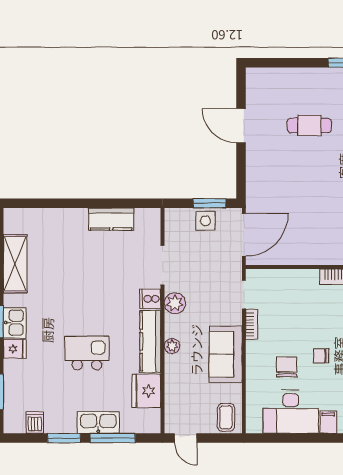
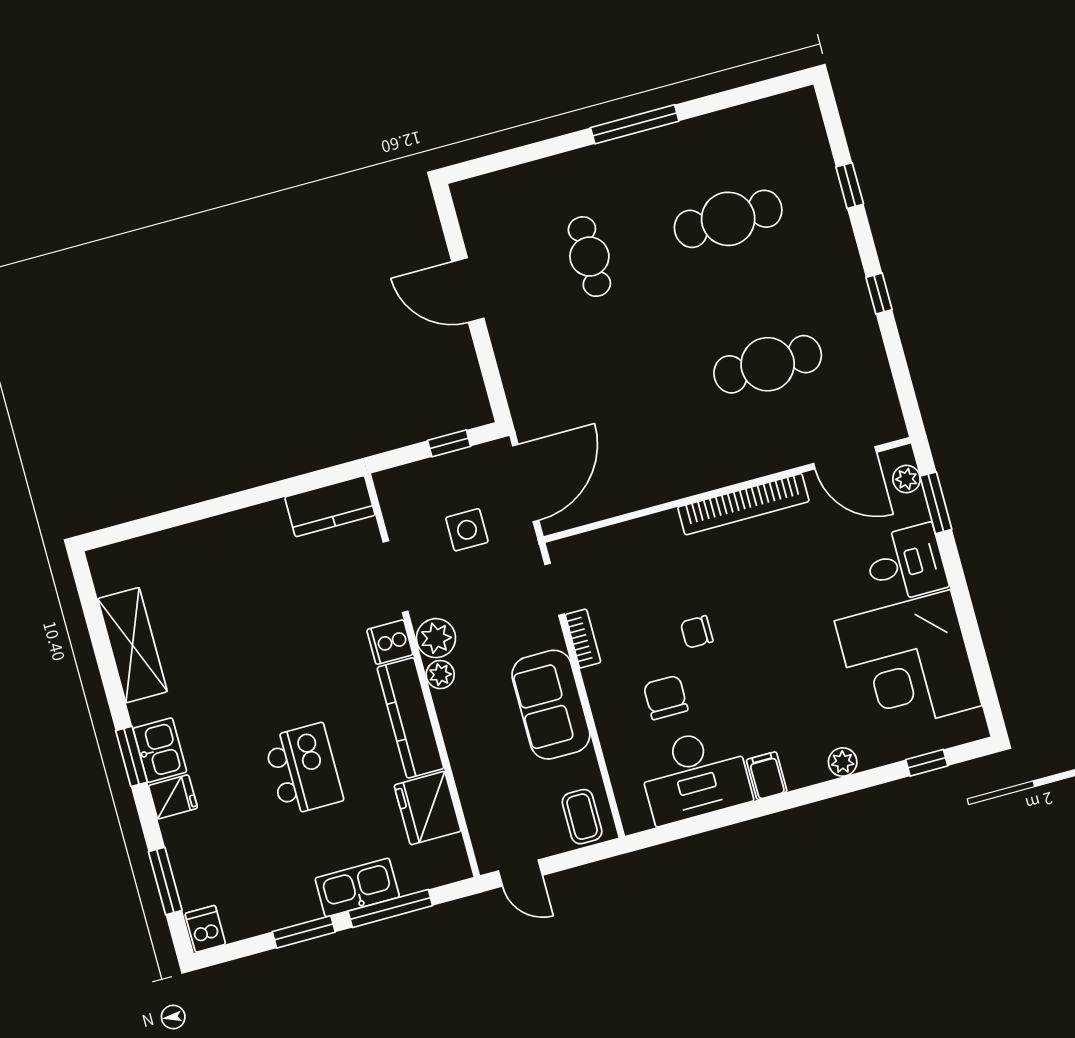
cafe table: (309, 125) -> (589, 257), turned 90
window: (209, 203) -> (449, 443), width x0.67
kitchen counter: (111, 219) -> (330, 506), moved
side table: (205, 221) -> (467, 530), moved
plant: (172, 346) -> (440, 675), moved
kitchen island: (87, 353) -> (304, 769), turned 90
chair: (321, 356) -> (697, 632), moved
dishwasher: (35, 422) -> (205, 929), moved

